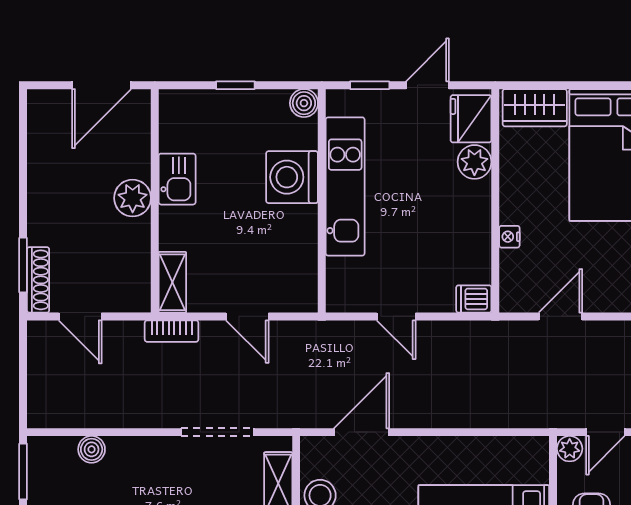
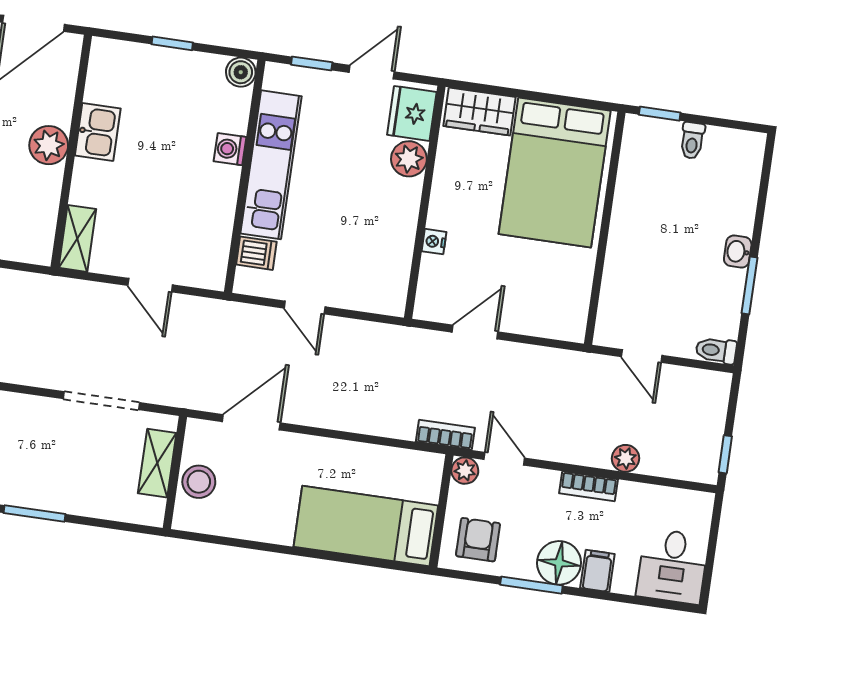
washing machine: (292, 177) -> (230, 149), width x0.53, depth x0.53
dishwasher: (474, 299) -> (256, 253), moved, turned 180
bookcase: (172, 331) -> (445, 435), moved, turned 180
door: (605, 432) -> (504, 459), swing flipped

